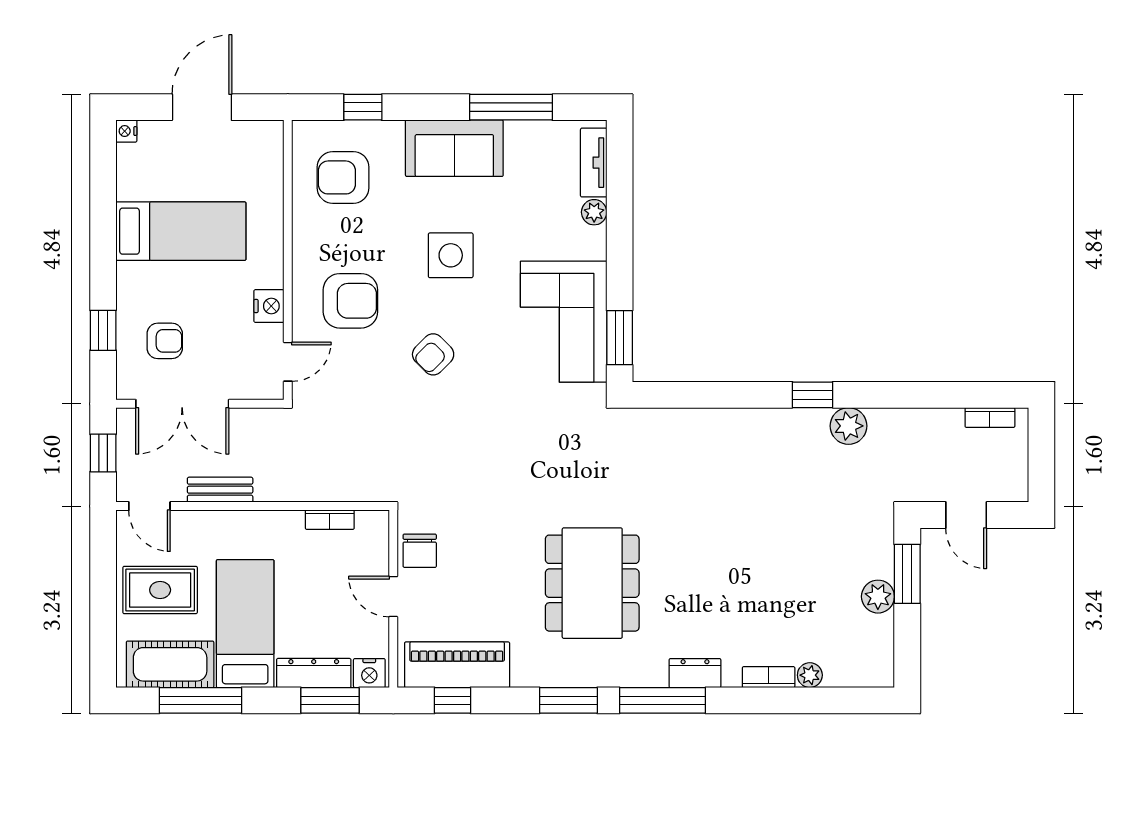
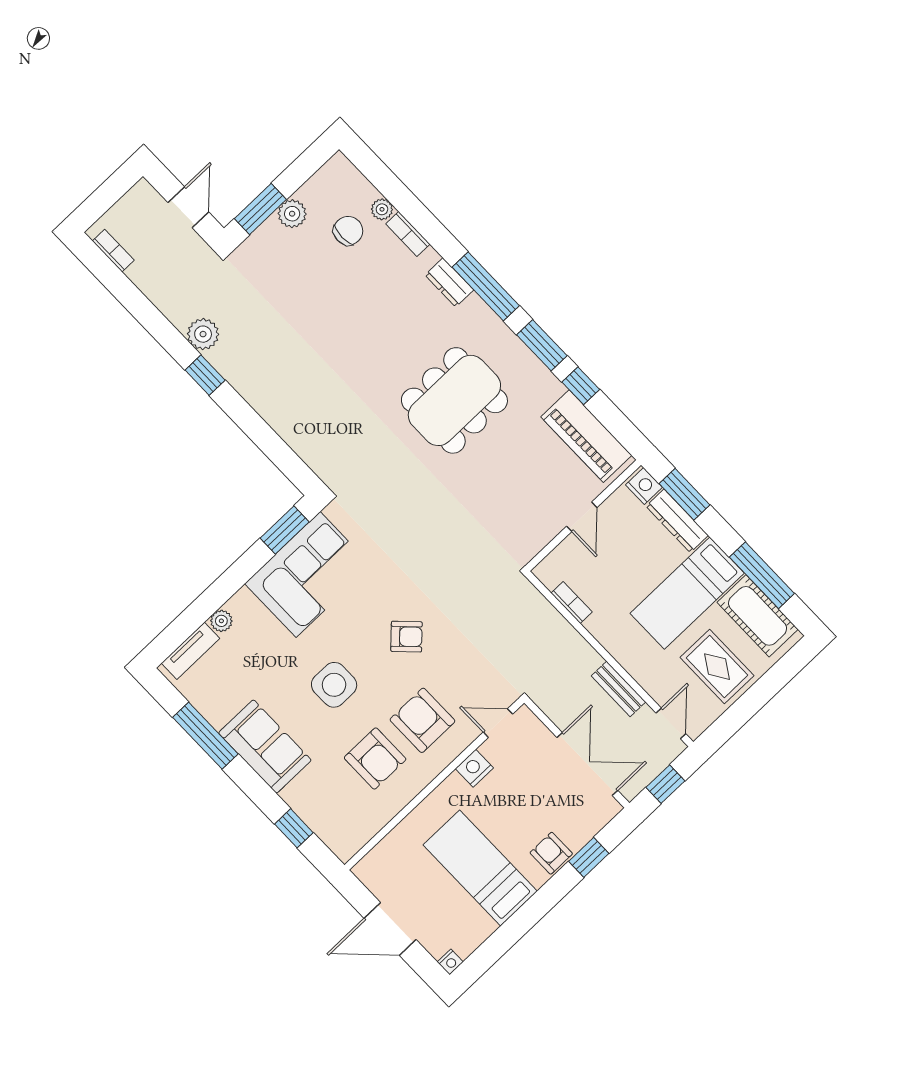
armchair: (343, 177) -> (375, 758), moved
armchair: (165, 341) -> (551, 853), moved
chair: (420, 551) -> (348, 231), moved
window: (452, 700) -> (581, 386), moved

